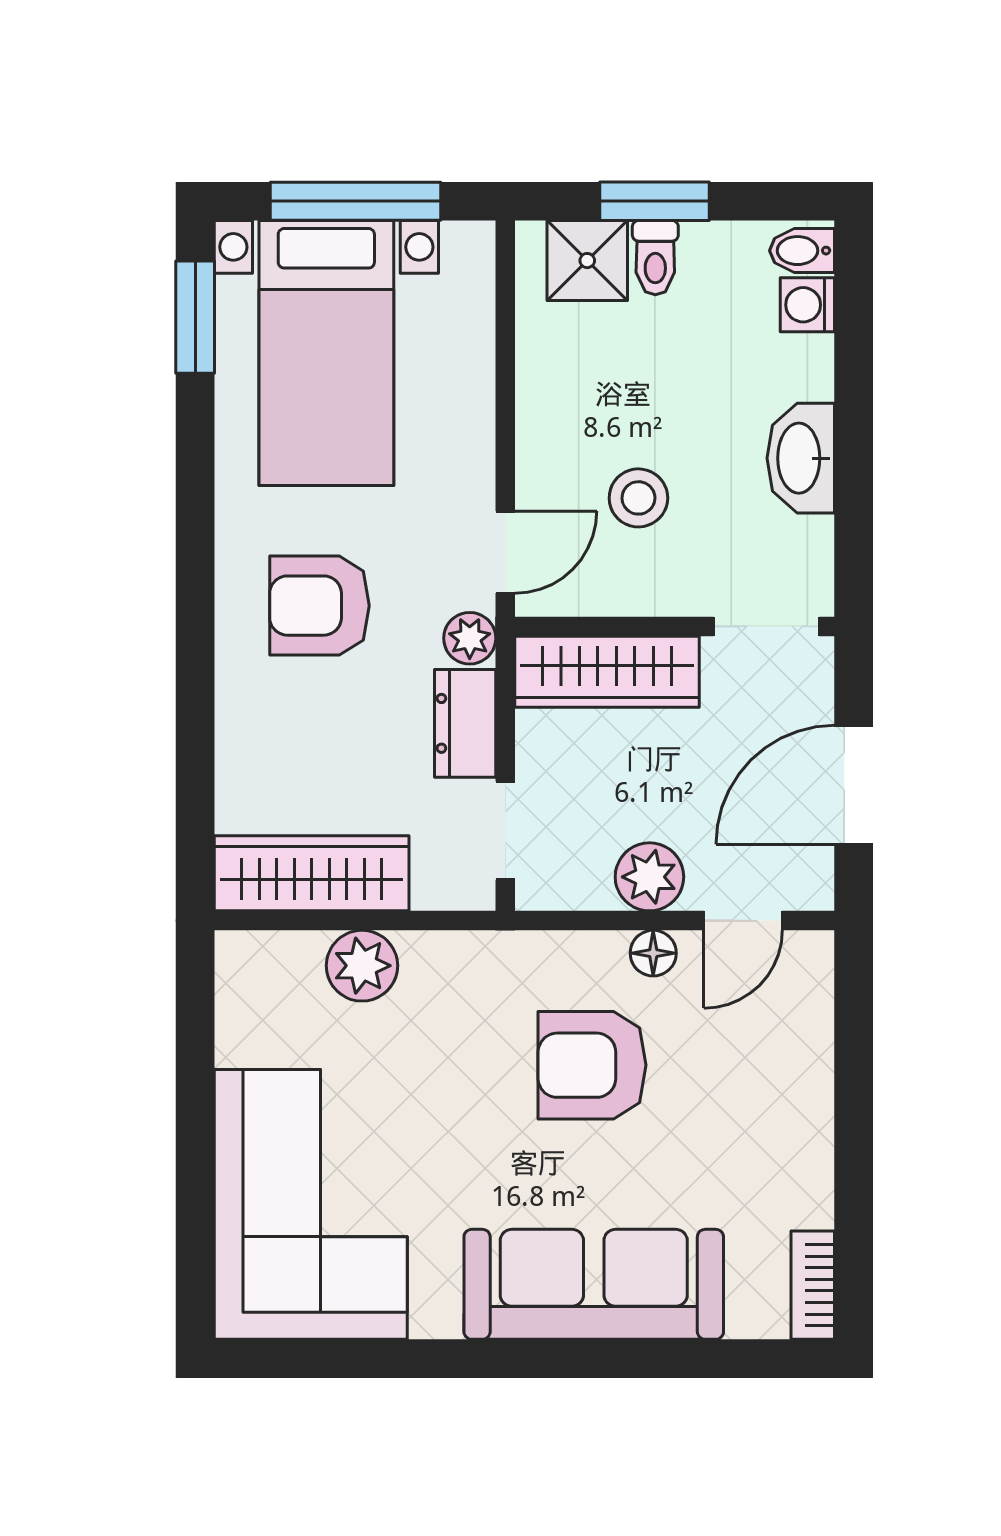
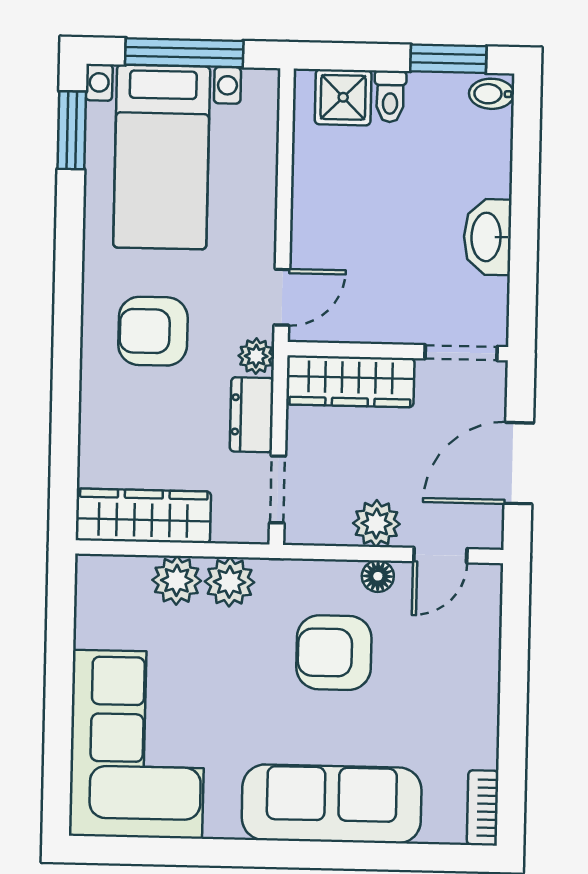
window: (655, 201) -> (448, 59), moved
washing machine: (807, 305) -> (494, 131), removed
stool: (638, 498) -> (375, 262), removed
plant: (439, 966) -> (230, 582), added

